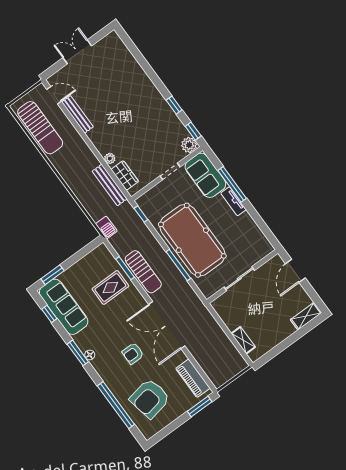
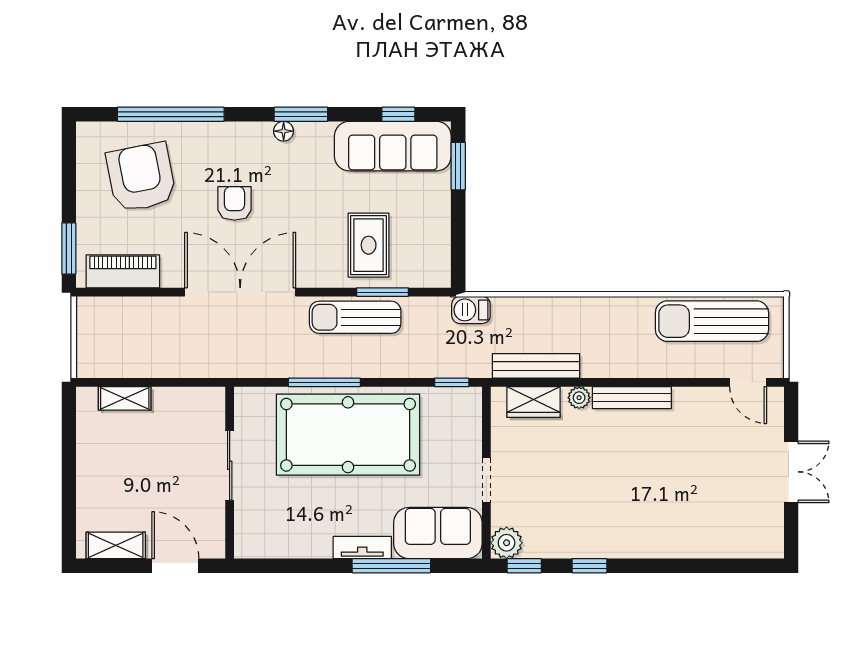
door: (54, 95) -> (748, 382), hinge flipped
bench: (77, 114) -> (632, 398), moved
shelving: (306, 316) -> (116, 545), moved, turned 90

